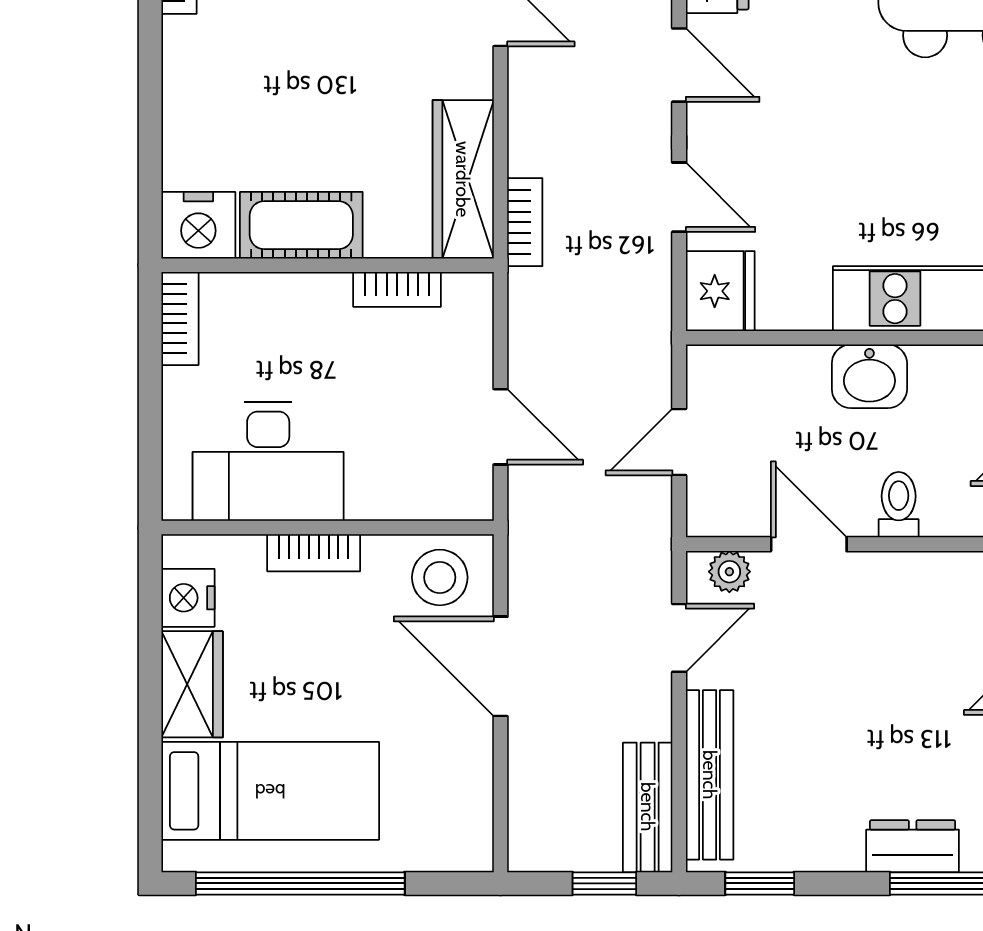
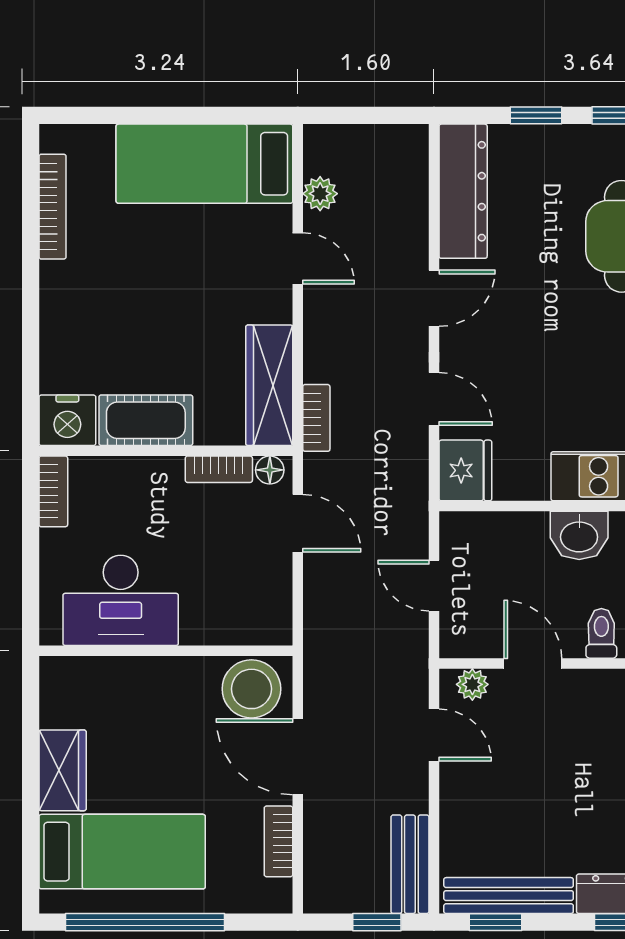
door: (679, 65) -> (434, 298), hinge flipped
floor lamp: (464, 290) -> (270, 470), added
door: (501, 427) -> (298, 523), moved
door: (679, 442) -> (434, 586), hinge flipped
bookcase: (314, 553) -> (279, 841), moved, turned 90
stool: (440, 577) -> (251, 689), width x1.38, depth x1.38
nightstand: (188, 598) -> (59, 704), removed
door: (679, 638) -> (434, 735), hinge flipped
bench: (710, 775) -> (509, 896), moved, turned 90

